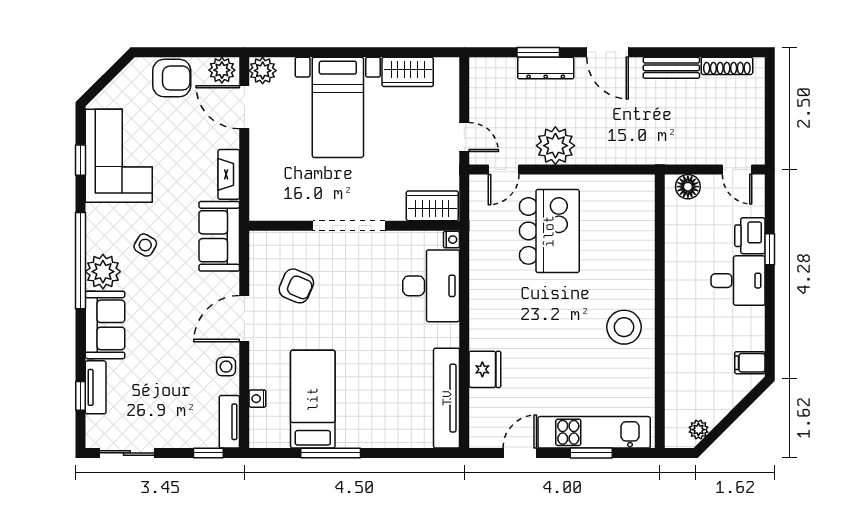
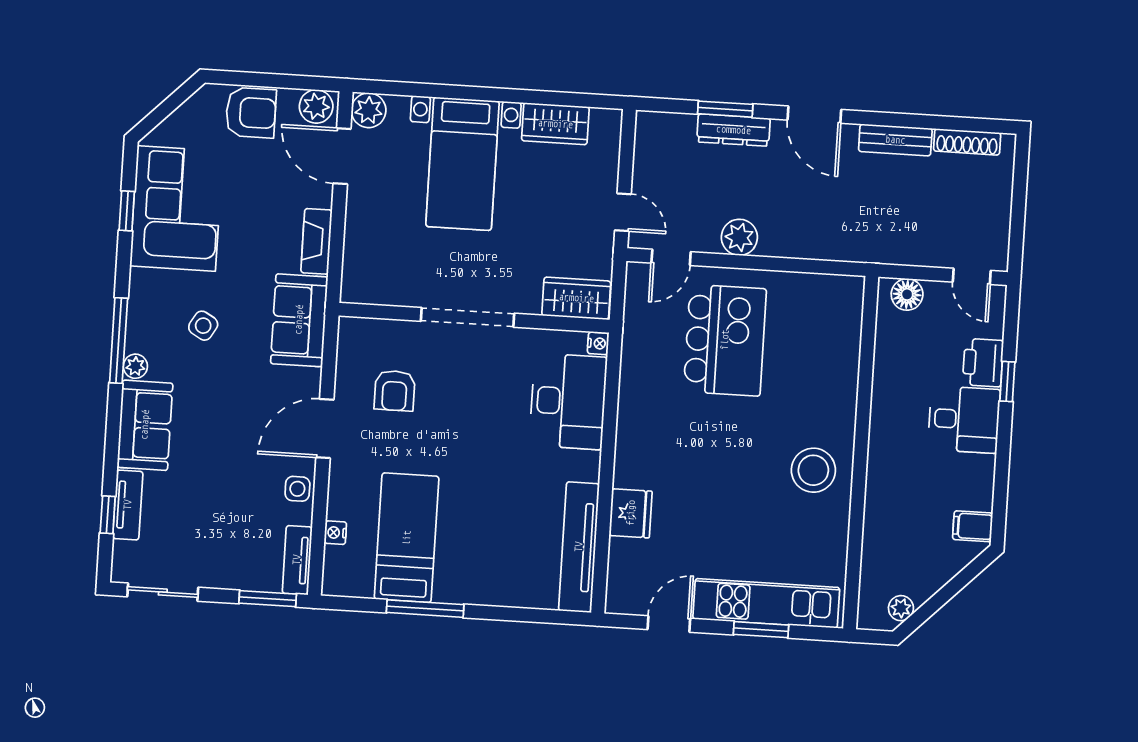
plant: (555, 146) -> (739, 237), width x0.73, depth x0.73
window: (81, 261) -> (119, 341), width x0.68
plant: (103, 272) -> (135, 366), width x0.53, depth x0.53
armchair: (296, 286) -> (395, 391), turned 67
window: (208, 453) -> (268, 599), width x1.50

